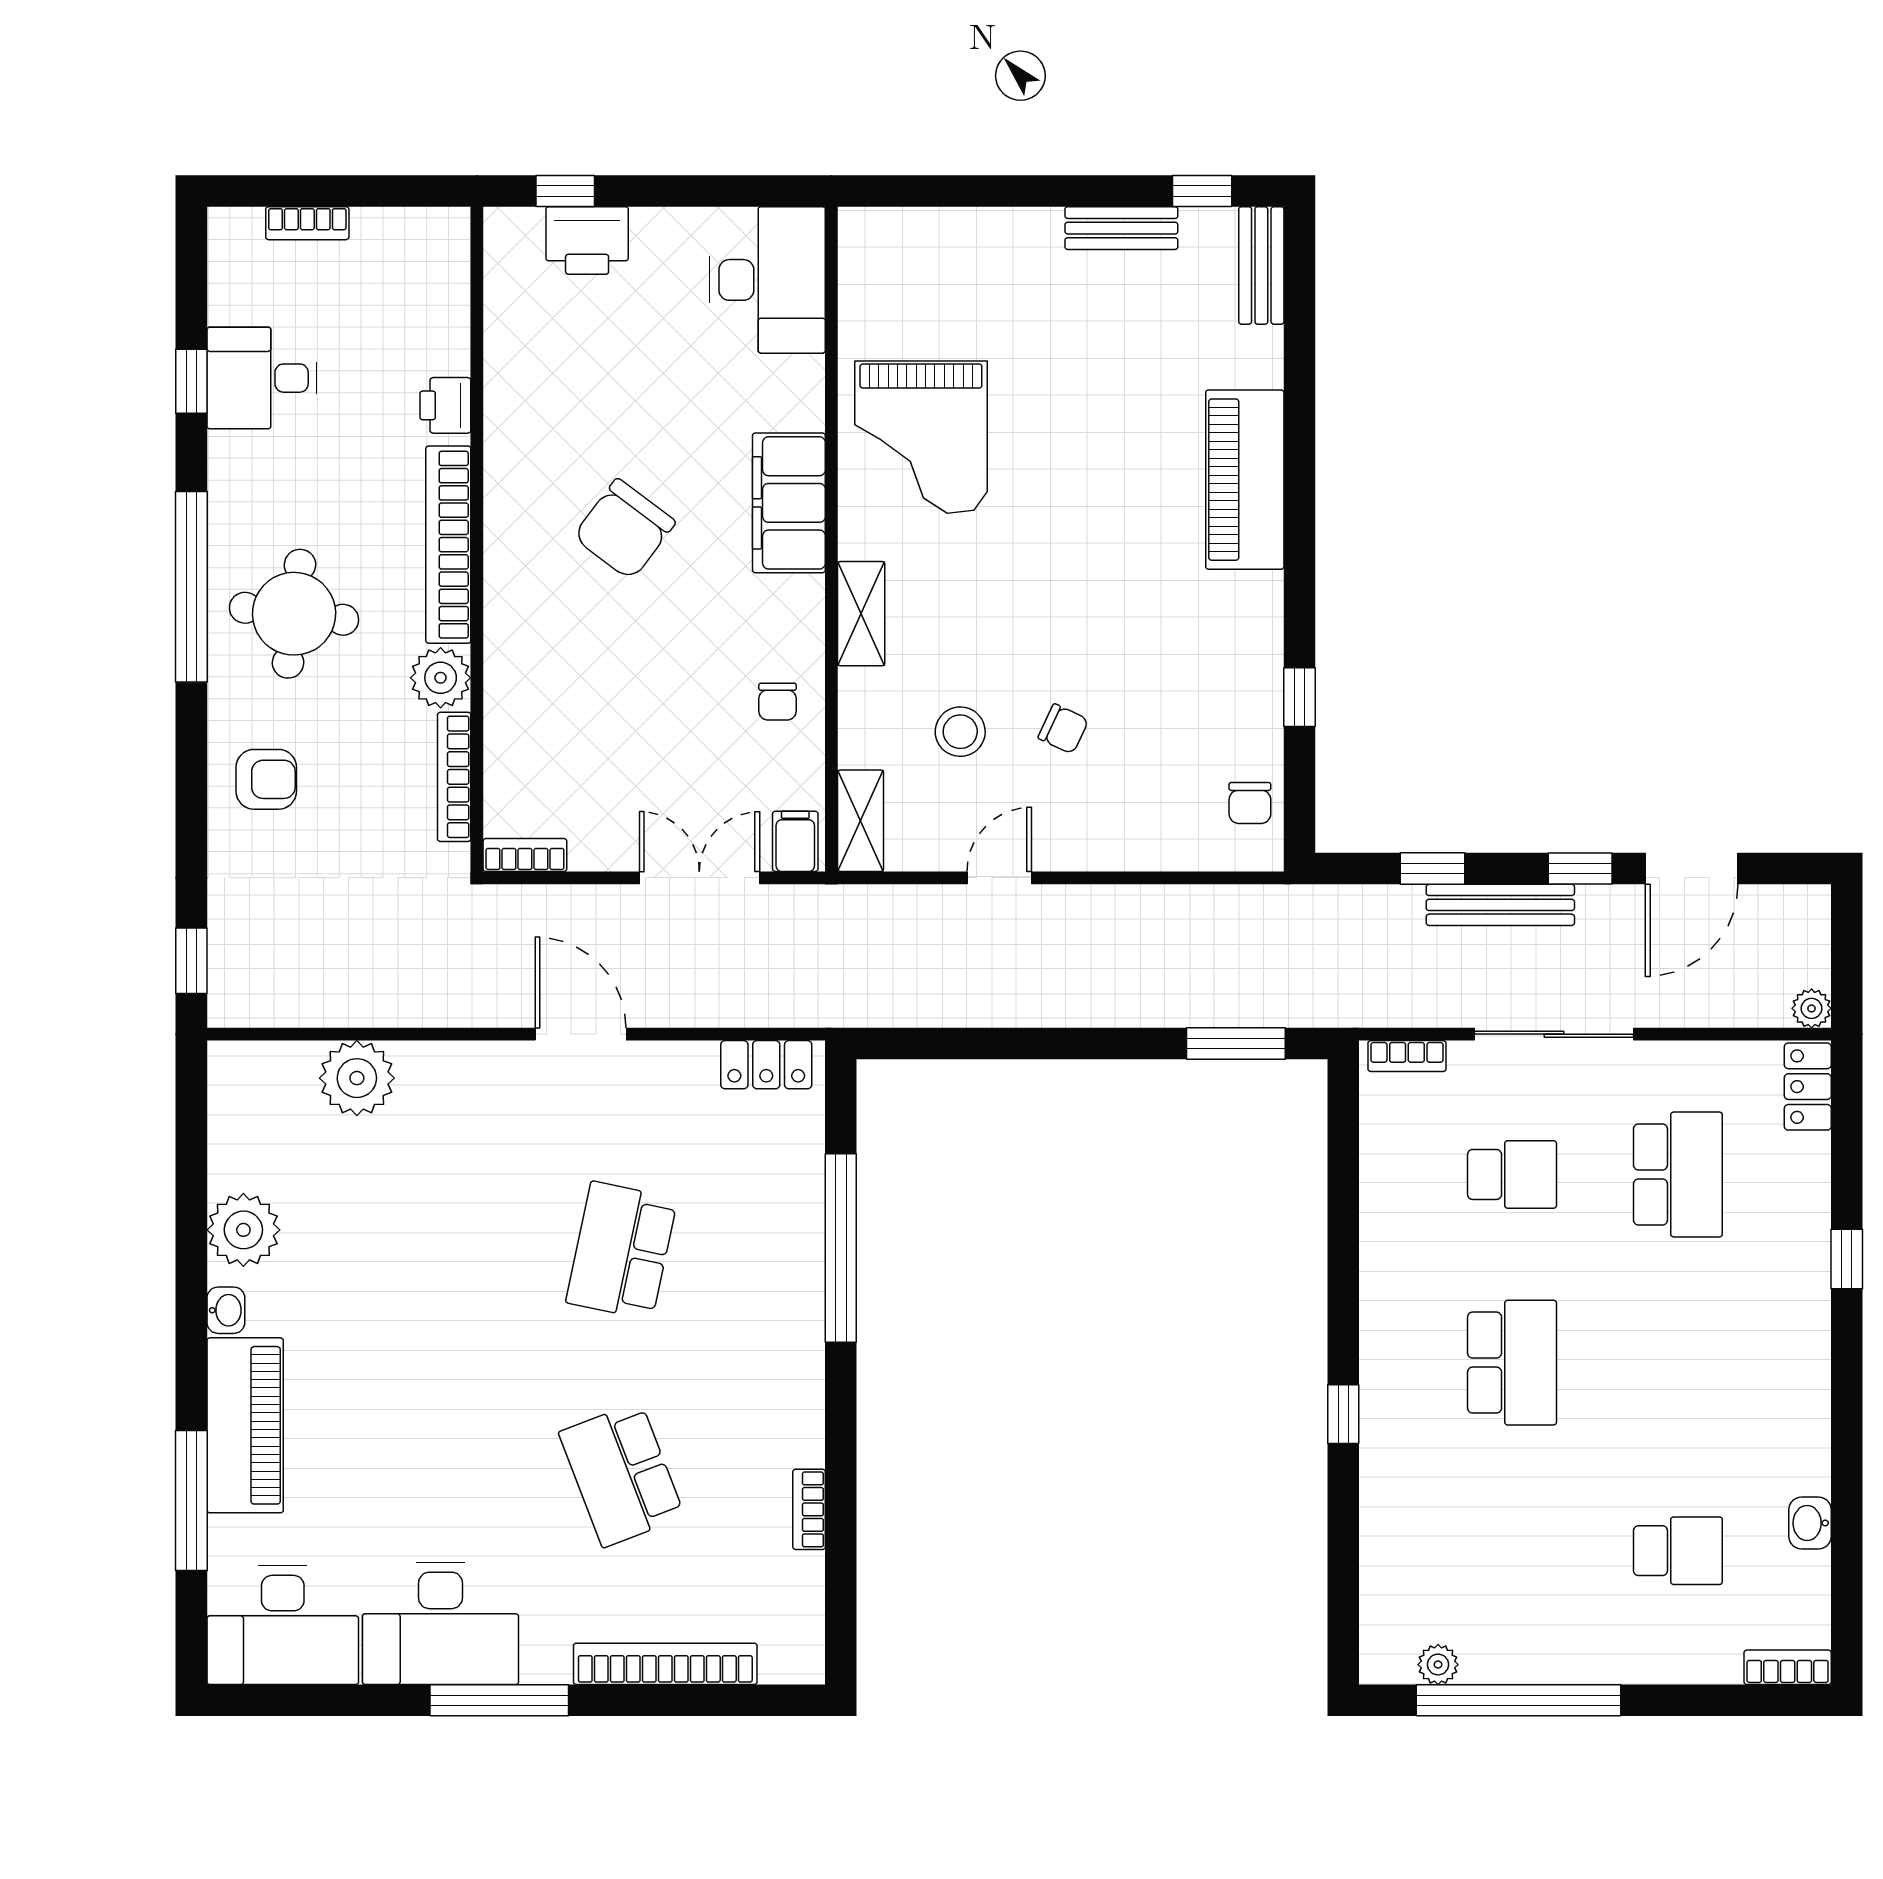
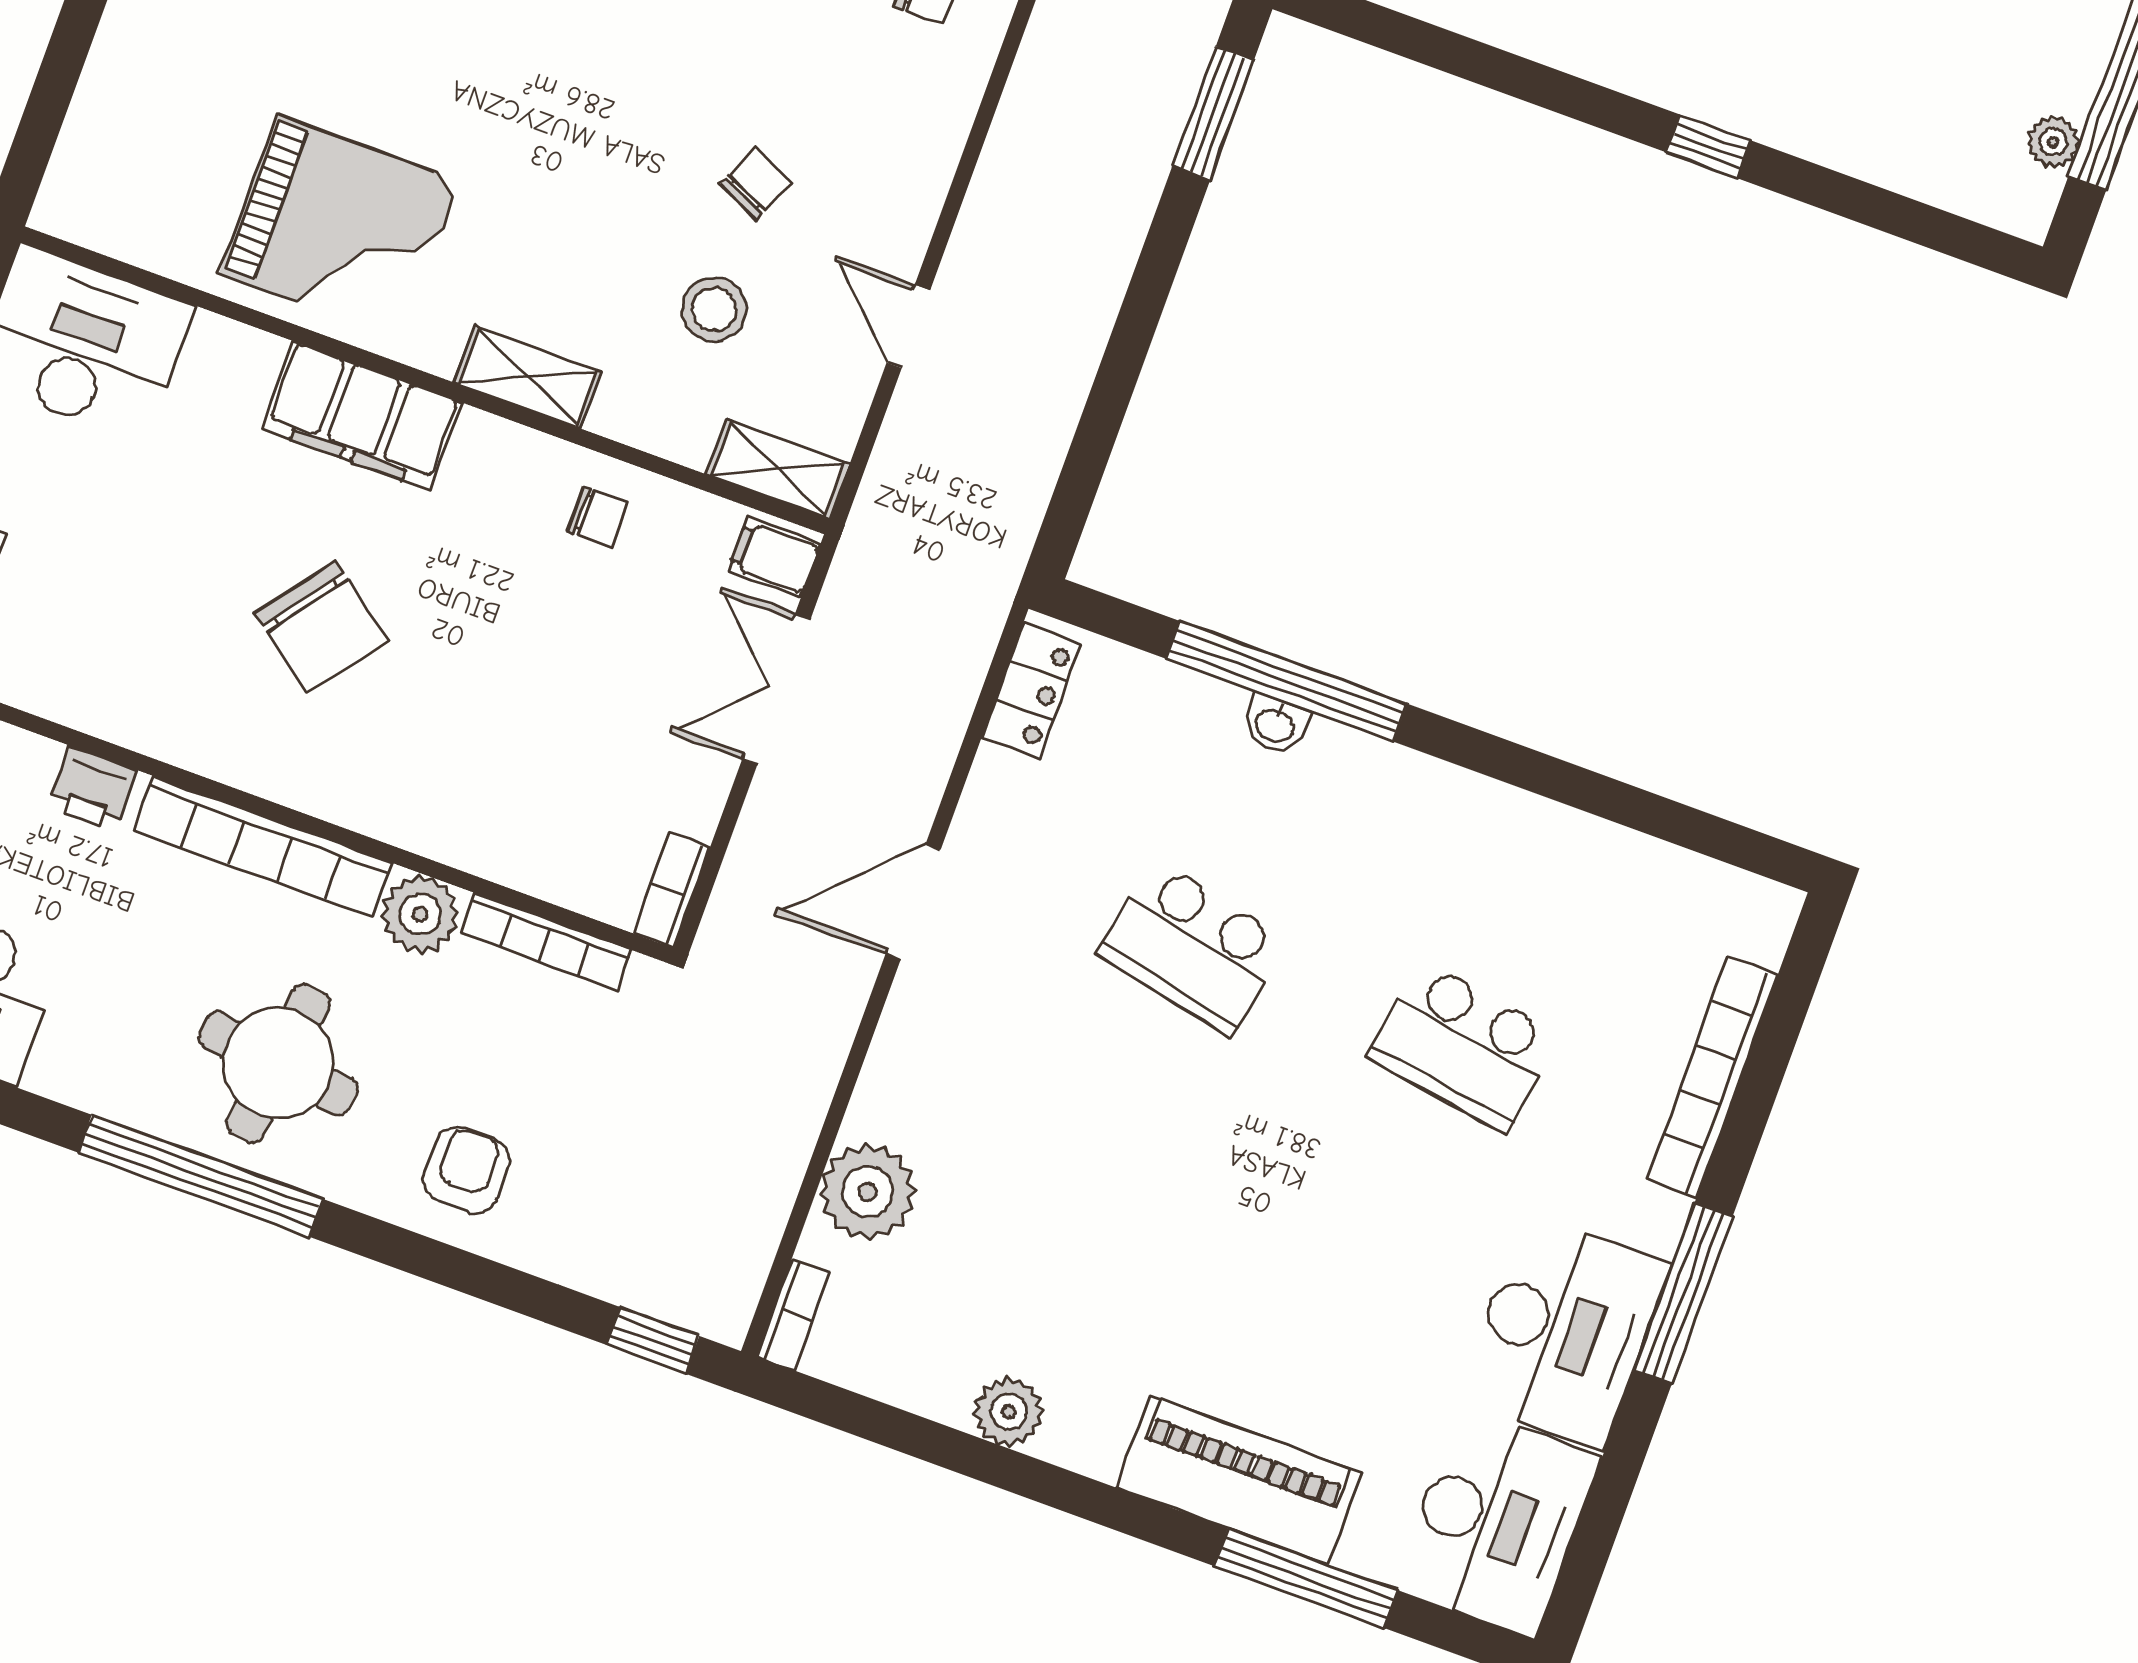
plant: (243, 1230) -> (1009, 1412), width x0.73, depth x0.73
washbasin: (226, 1310) -> (1275, 724), moved, turned 180
school desk: (622, 1474) -> (1464, 1046), turned 30
bookcase: (809, 1509) -> (793, 1315), moved, turned -90

